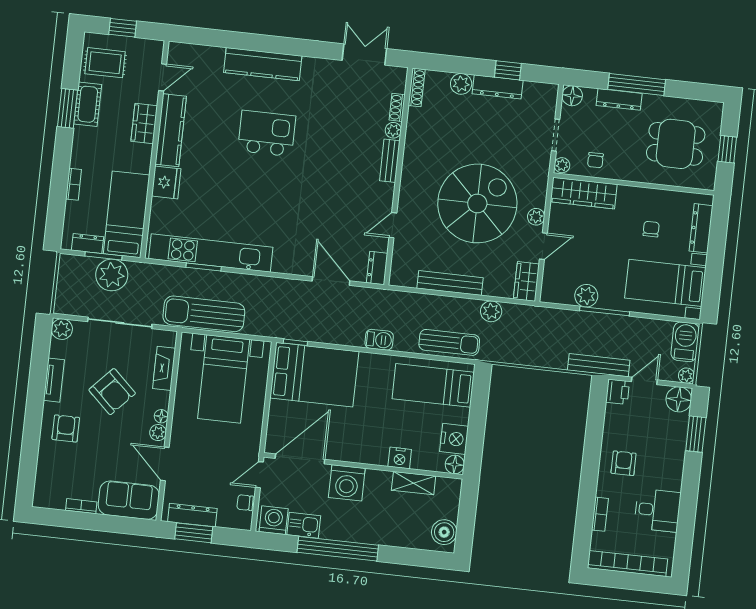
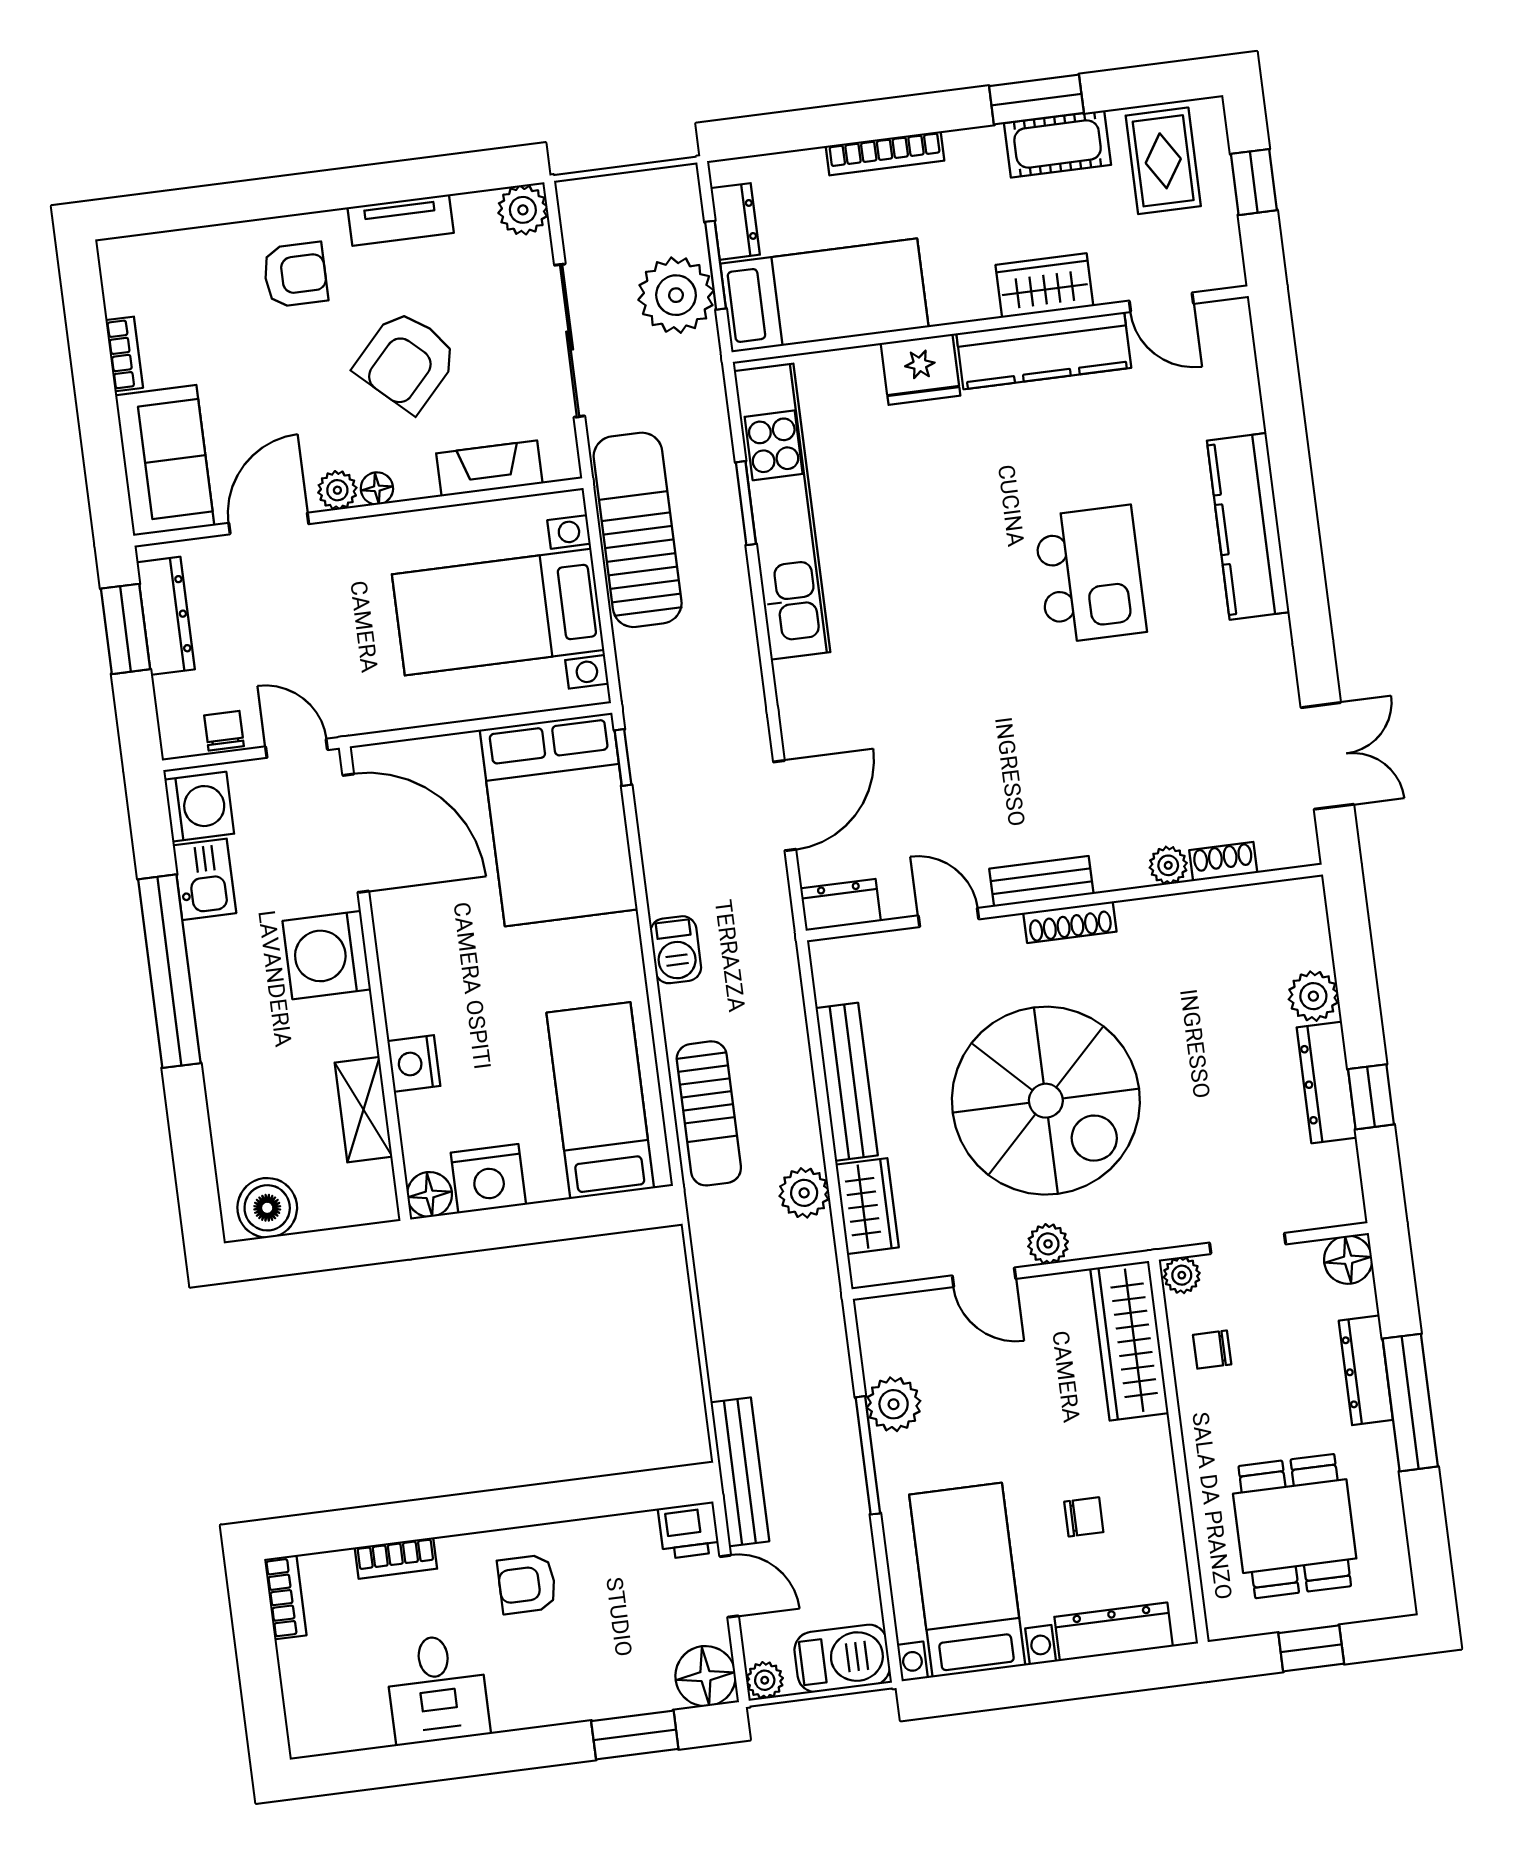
shoe rack: (417, 87) -> (1070, 922), moved
bench: (390, 161) -> (1041, 881), moved
bookcase: (74, 184) -> (885, 153), width x1.56
wardrobe: (526, 282) -> (867, 1206), moved, turned 90
armchair: (624, 463) -> (527, 1584), turned 180
bookcase: (627, 564) -> (285, 1597), width x0.43, depth x0.76

